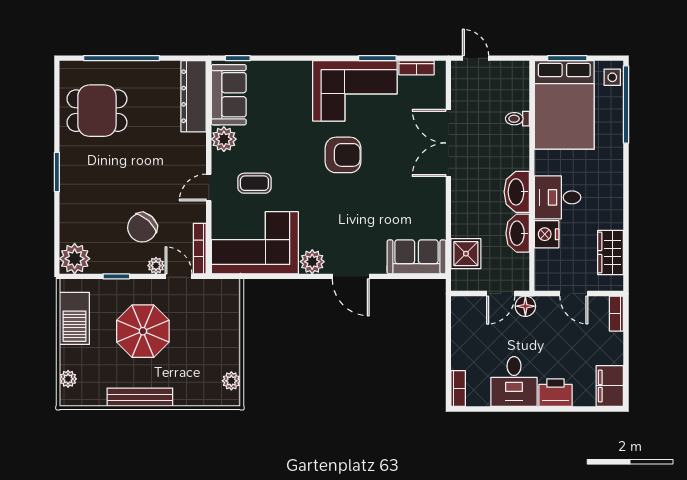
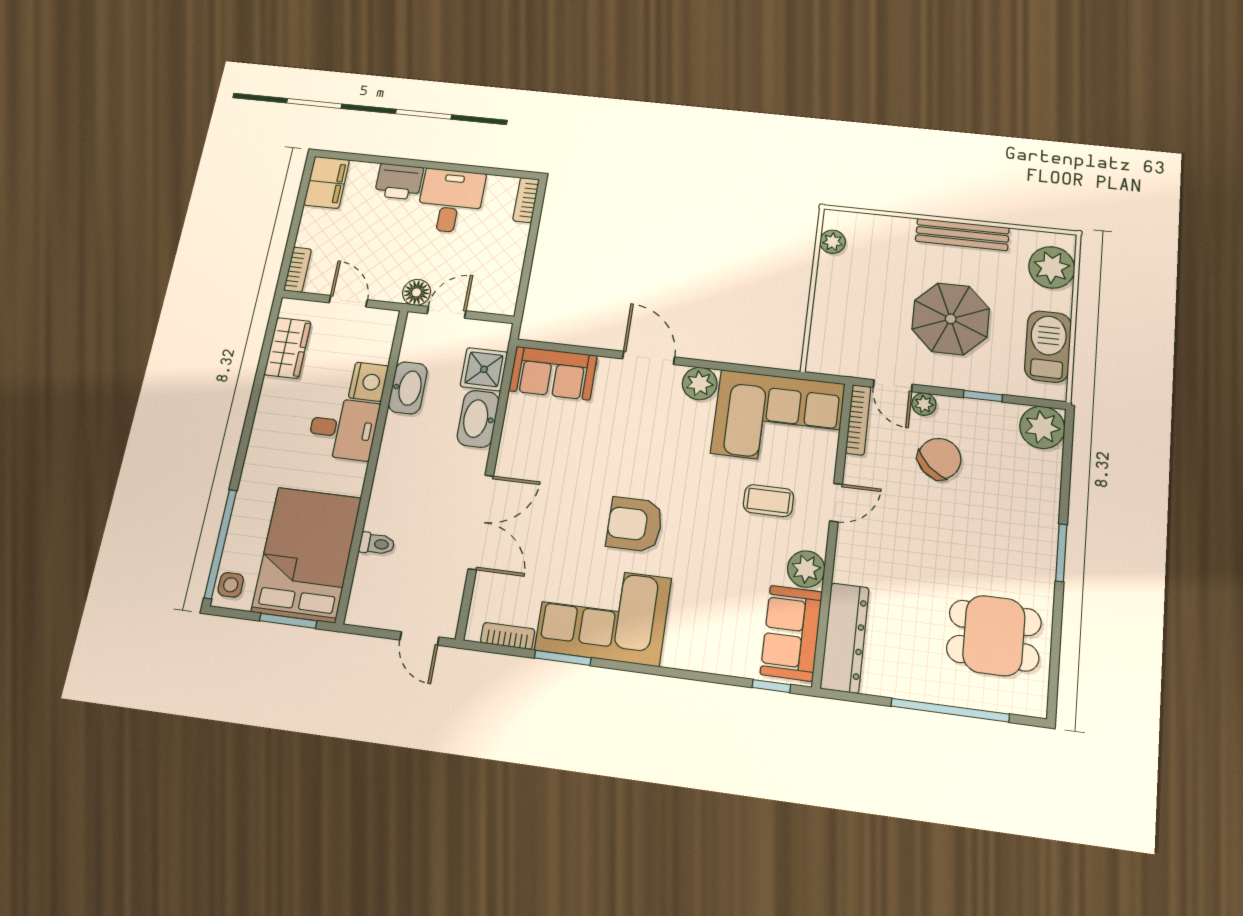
washbasin: (517, 192) -> (478, 419), moved, turned 180
plant: (68, 379) -> (1052, 267), width x1.88, depth x1.88

